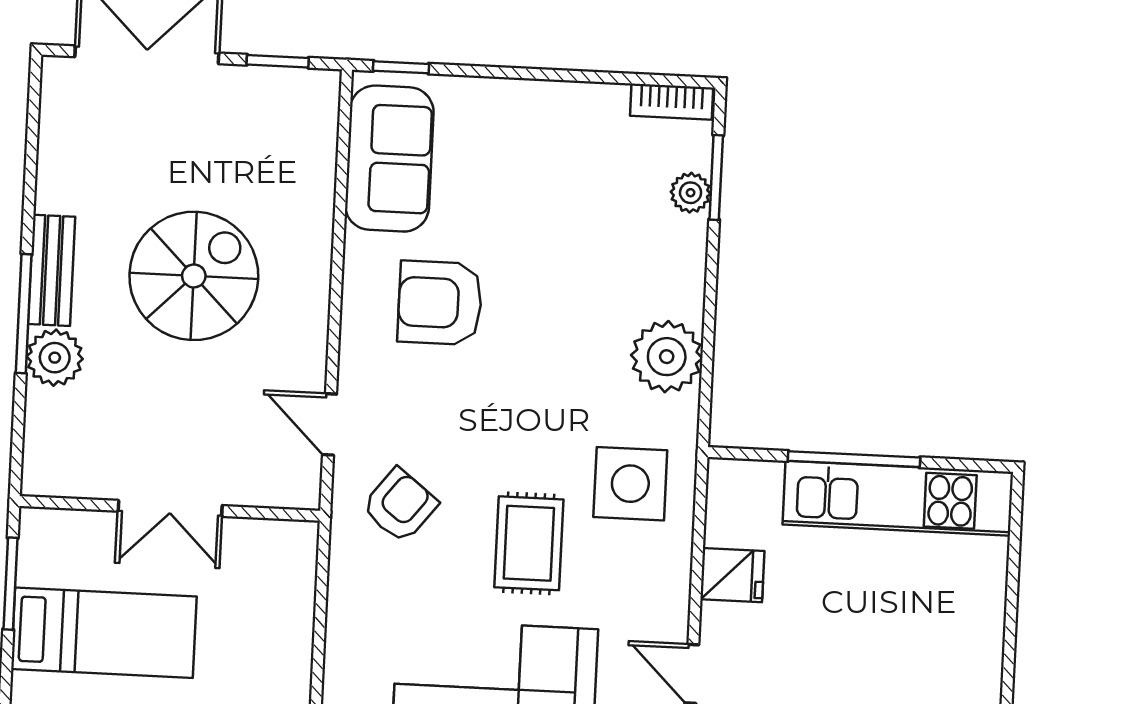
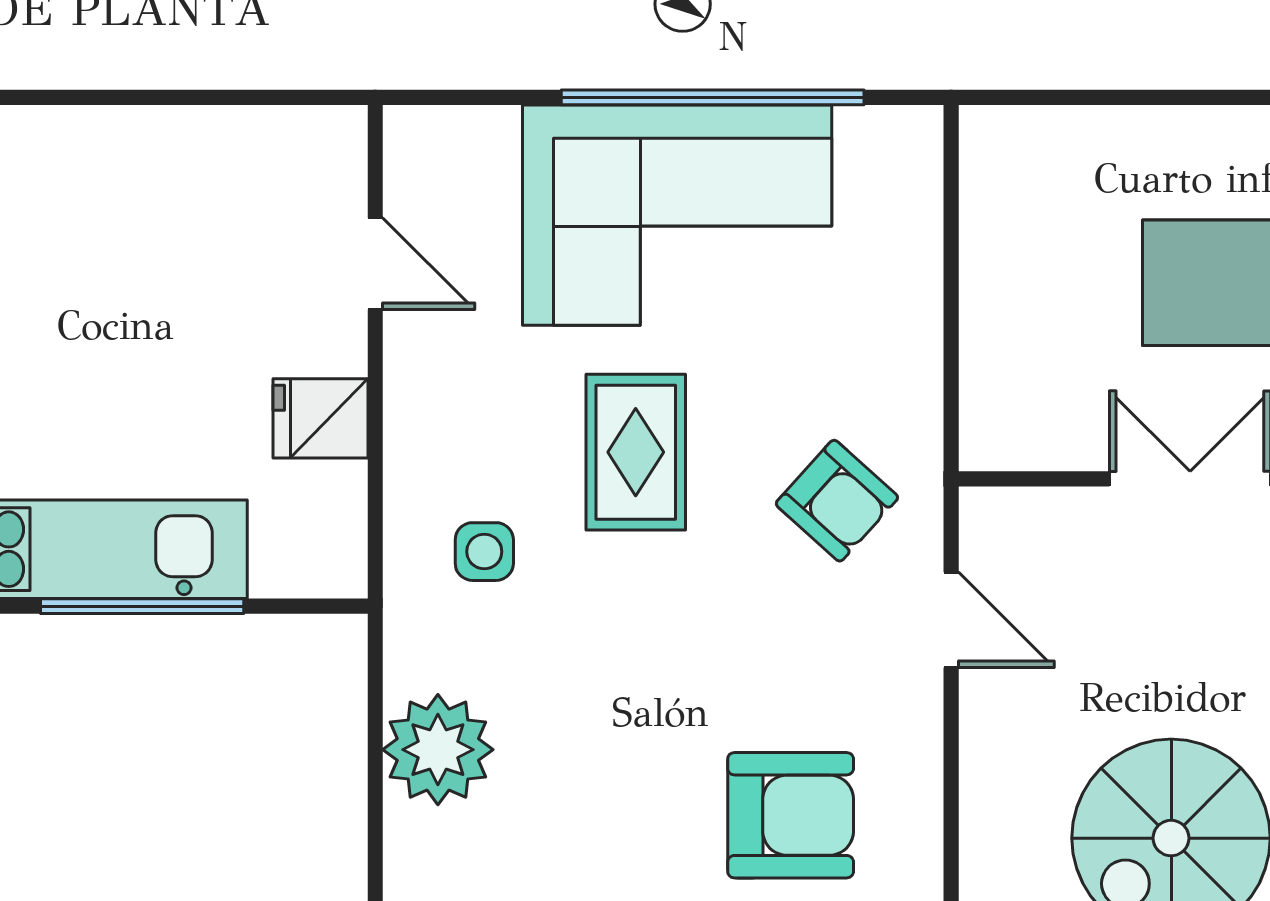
side table: (630, 484) -> (484, 552), width x0.54, depth x0.54
armchair: (400, 505) -> (837, 501), turned -86

